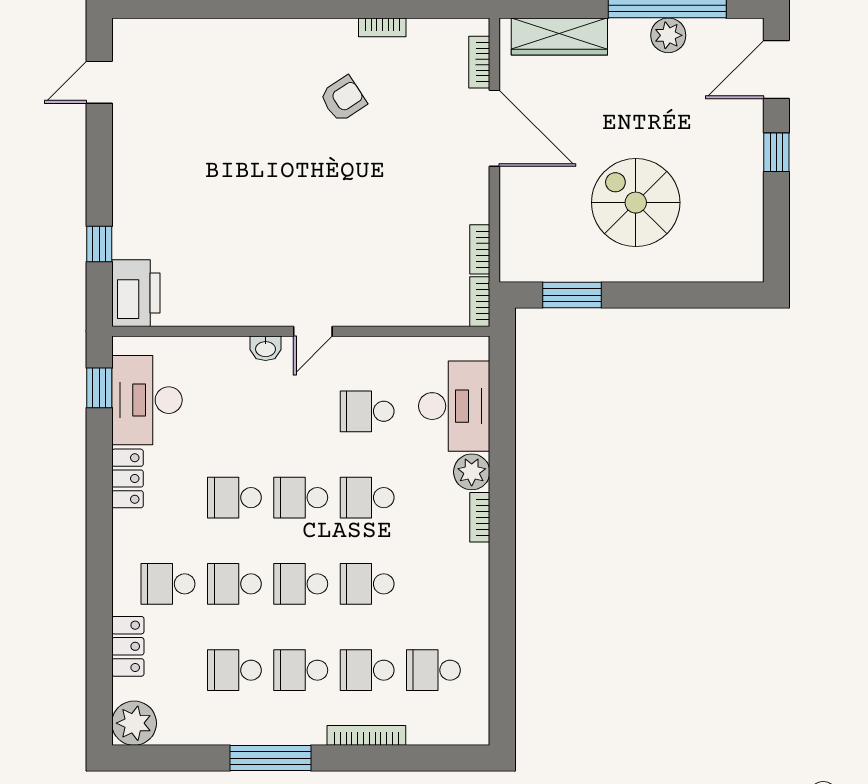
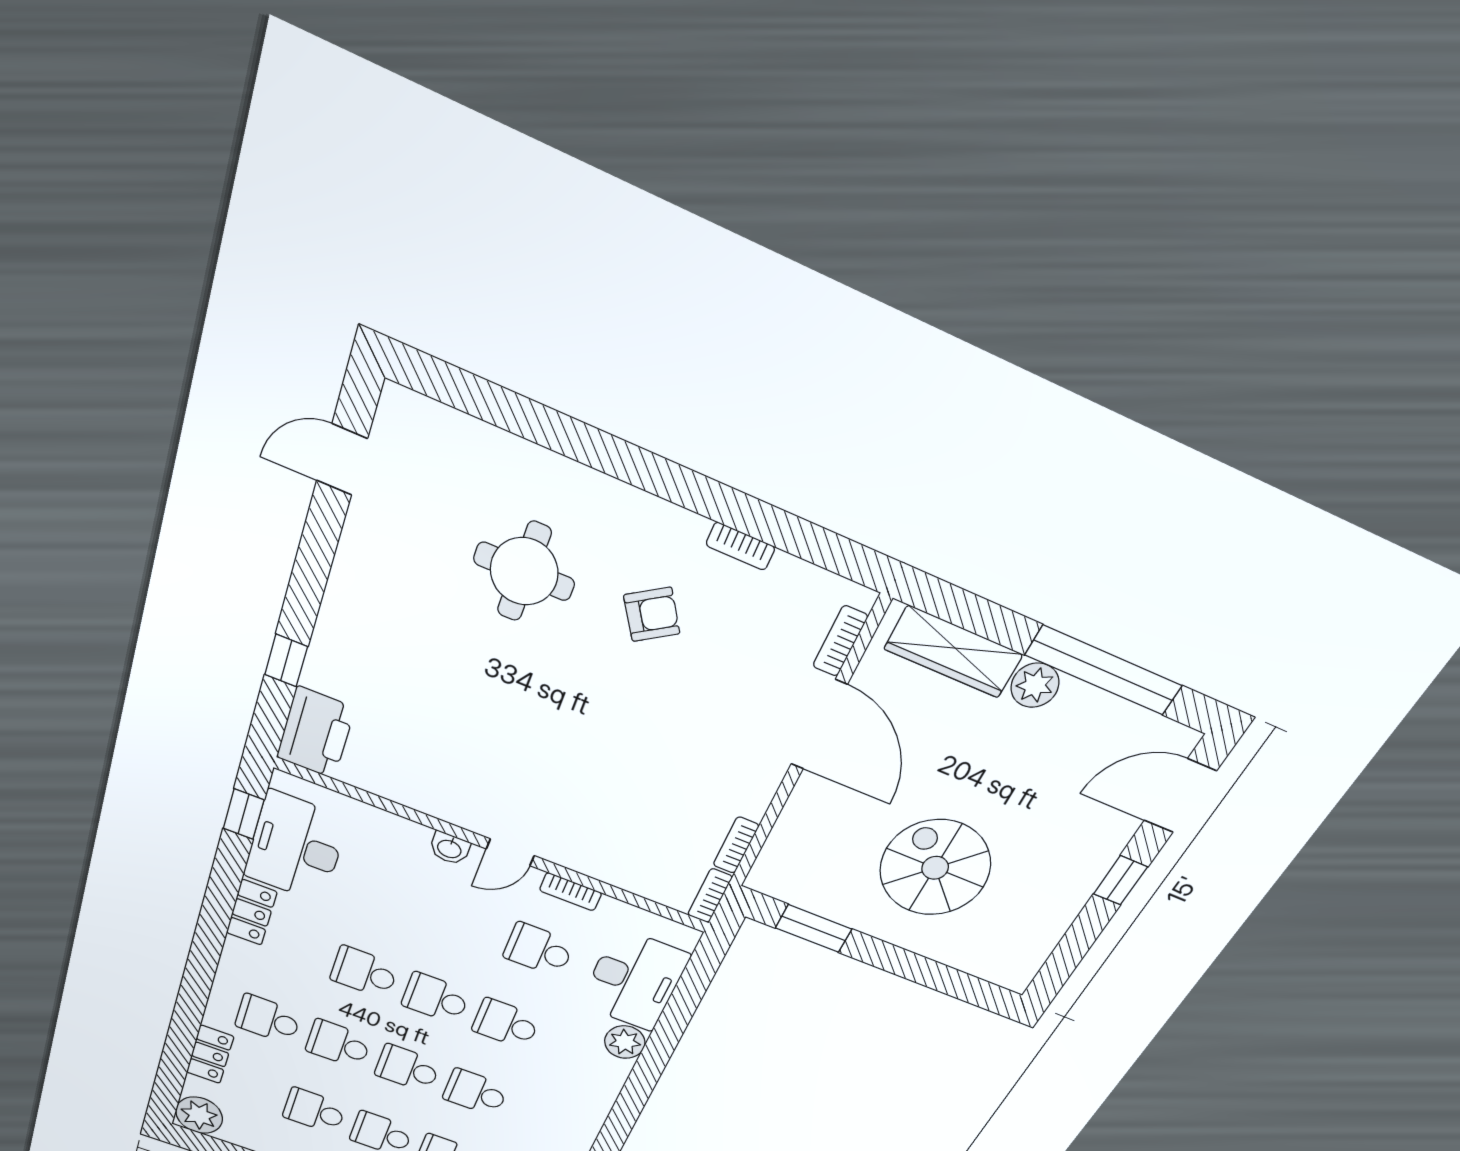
plant: (668, 35) -> (1035, 685), moved
round table: (245, 106) -> (524, 571), added
bookcase: (480, 517) -> (571, 892), moved, turned -90

